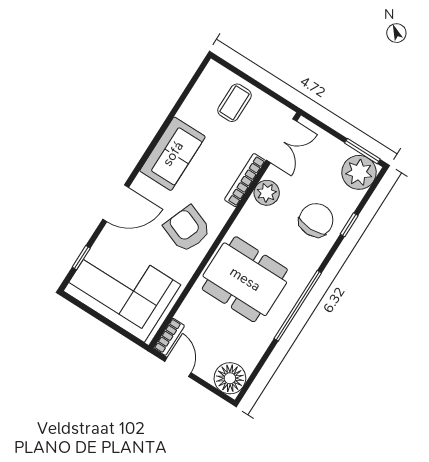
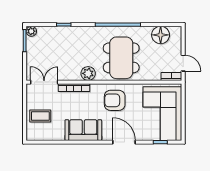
plant: (359, 172) -> (31, 31), width x0.53, depth x0.53
plant: (267, 193) -> (88, 73), moved
chair: (316, 220) -> (72, 42), removed
armchair: (187, 229) -> (115, 100), turned 69
door: (178, 367) -> (183, 63), swing flipped
floor lamp: (230, 378) -> (161, 35), moved

